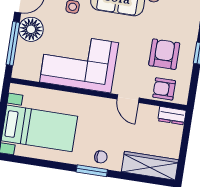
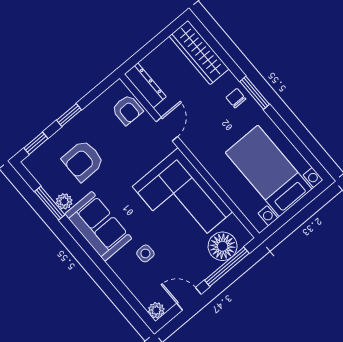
floor lamp: (31, 29) -> (223, 246), moved
armchair: (164, 54) -> (83, 161), moved
dresser: (172, 116) -> (145, 85), width x1.44

